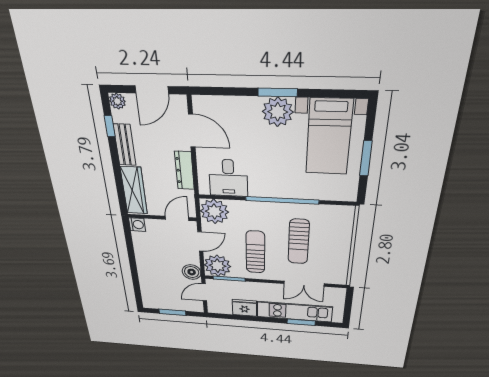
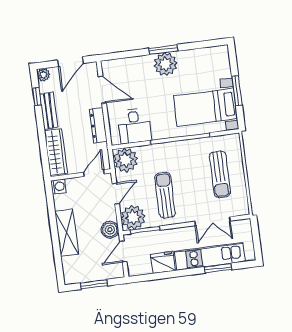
bed with nightstands: (329, 137) -> (205, 107), moved, turned 90
sun lounger: (299, 242) -> (220, 174), moved
shelving: (146, 267) -> (67, 233), added

